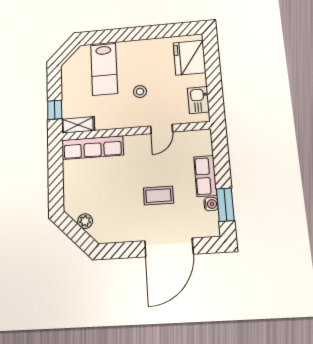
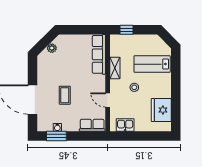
fridge: (189, 58) -> (161, 110), moved, turned -90
shelving: (78, 125) -> (115, 68), moved
row of seats: (205, 176) -> (92, 125), moved

